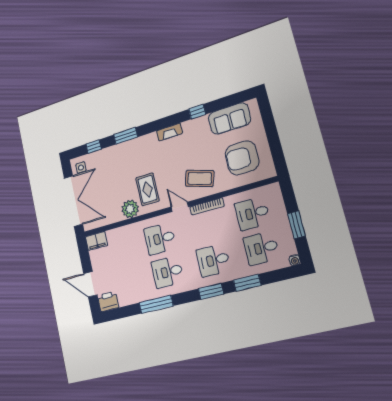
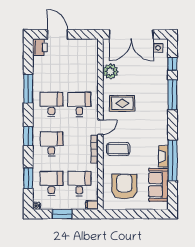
window: (197, 112) -> (172, 160), width x3.17
fireplace: (169, 132) -> (163, 156), moved
window: (126, 136) -> (172, 95), width x1.44
coffee table: (200, 178) -> (118, 149), turned 73
plant: (130, 209) -> (110, 71), moved
filing cabinet: (97, 241) -> (92, 205), moved, width x0.50
window: (247, 283) -> (28, 178), moved
door: (90, 284) -> (57, 34), hinge flipped

